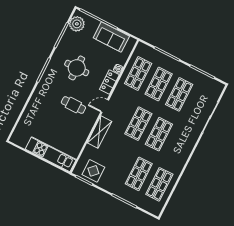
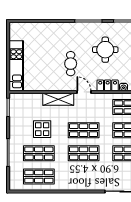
display table: (93, 171) -> (42, 129), moved

